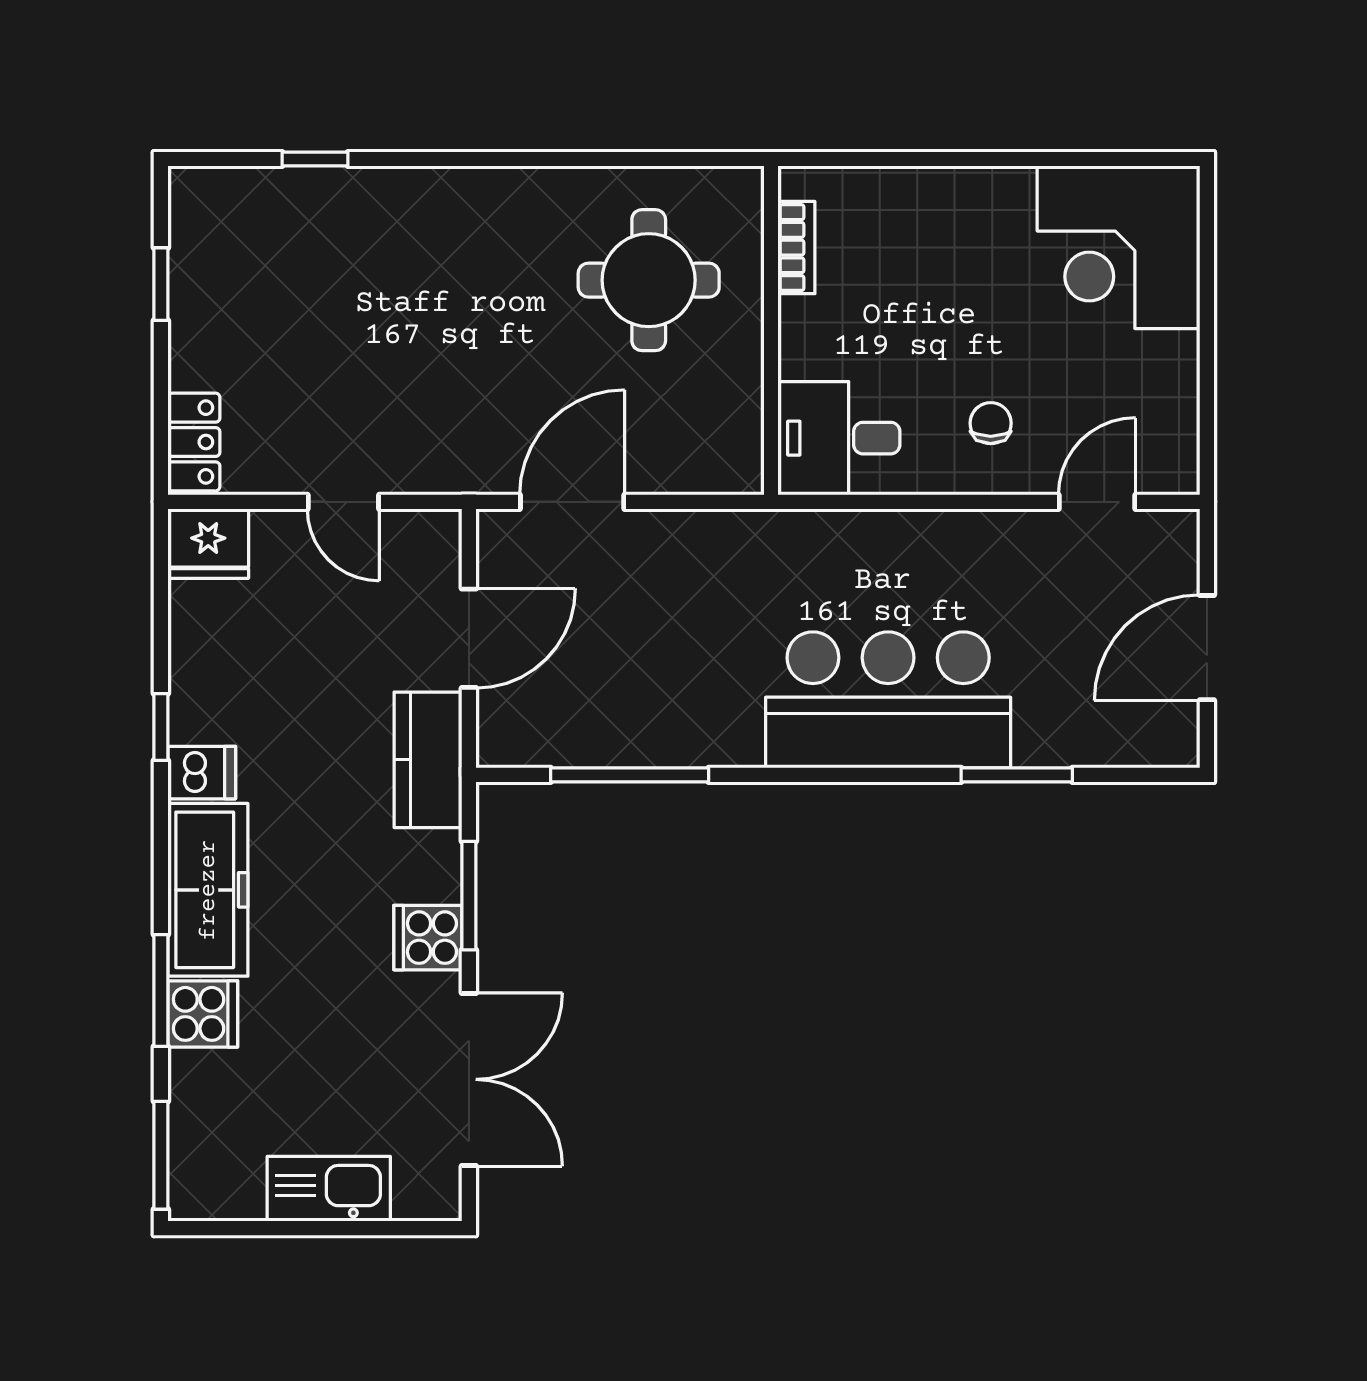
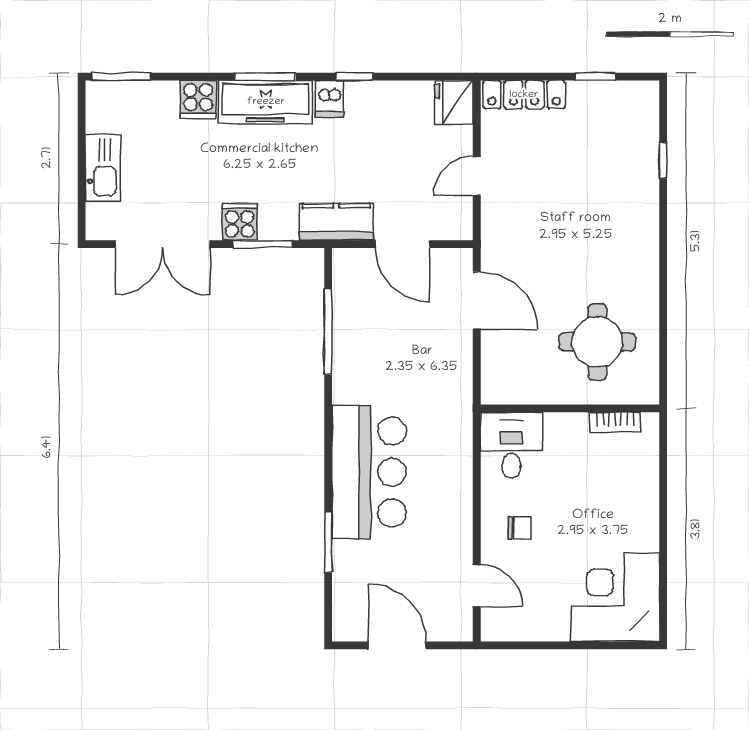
locker: (194, 442) -> (524, 95), width x1.53
window: (161, 991) -> (265, 77), moved

